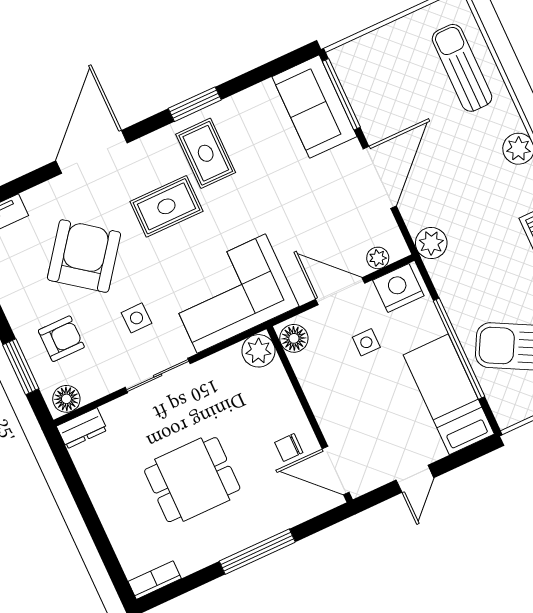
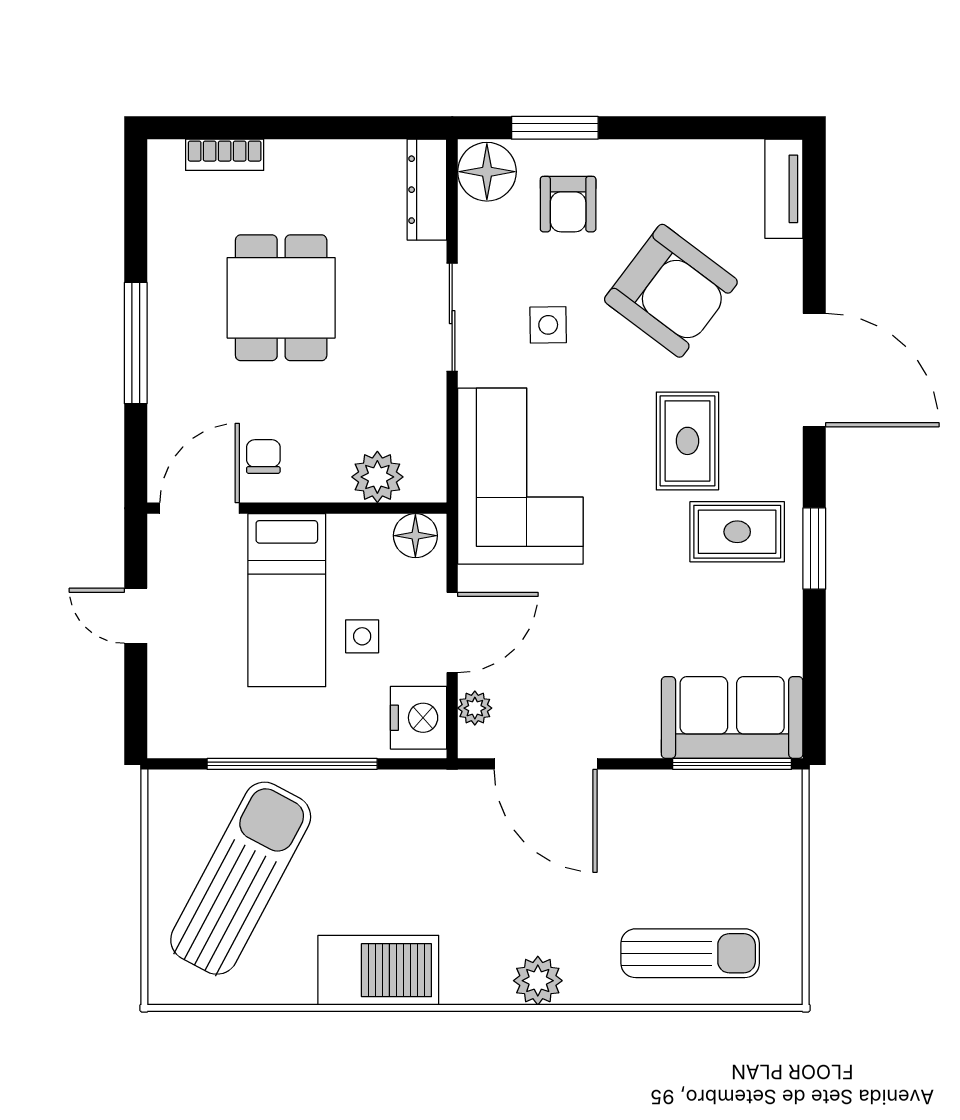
door: (380, 177) -> (546, 764), moved
plant: (431, 243) -> (461, 794), removed
plant: (258, 351) -> (377, 477), moved
bed: (449, 394) -> (287, 600), moved, turned 90
floor lamp: (66, 399) -> (487, 172), width x1.38, depth x1.38
dresser: (82, 428) -> (427, 190), width x1.44
bookcase: (155, 580) -> (225, 155), moved, turned 90

